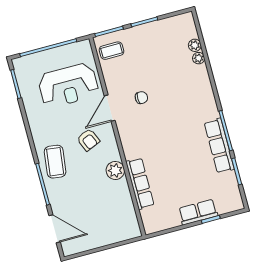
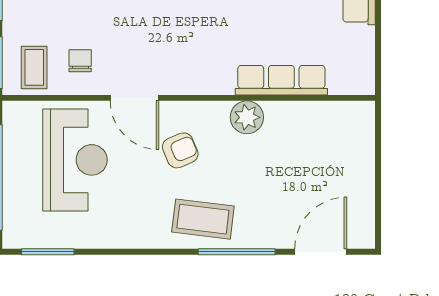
chair: (141, 98) -> (80, 61), moved

